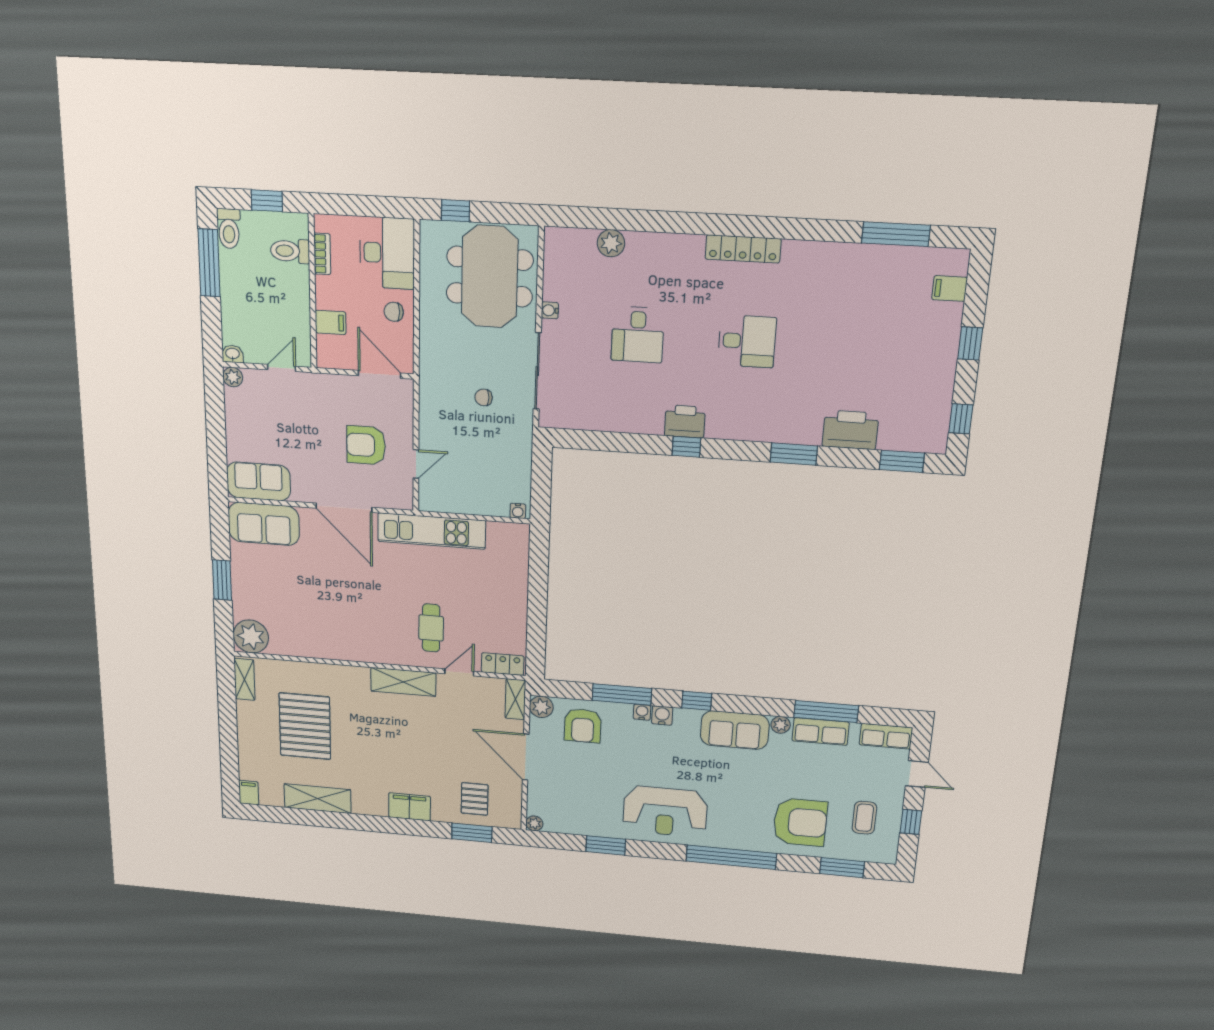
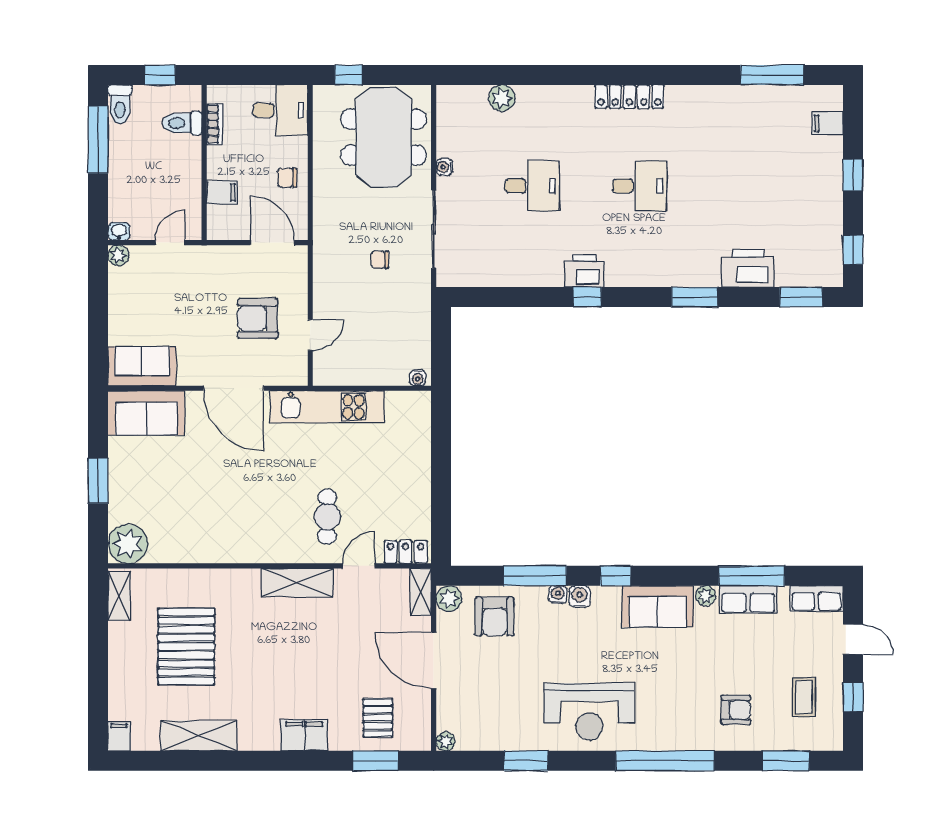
desk: (387, 253) -> (280, 110), width x0.73
desk: (638, 335) -> (532, 186), turned -90
armchair: (800, 822) -> (736, 710), width x0.53, depth x0.53

